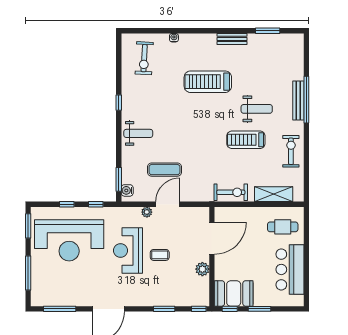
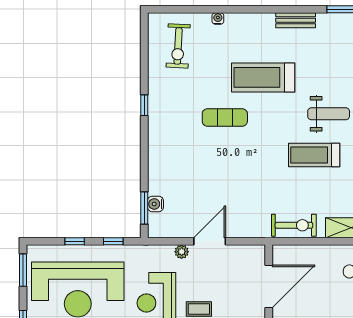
weight bench: (138, 133) -> (170, 147), removed
exercise mat: (165, 170) -> (225, 117), moved
water cooler: (127, 190) -> (155, 204), moved

